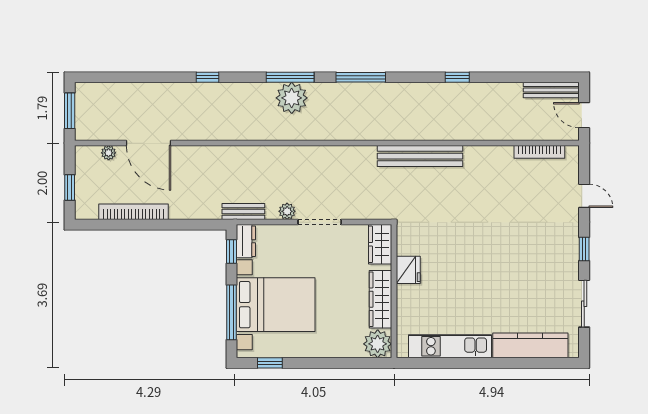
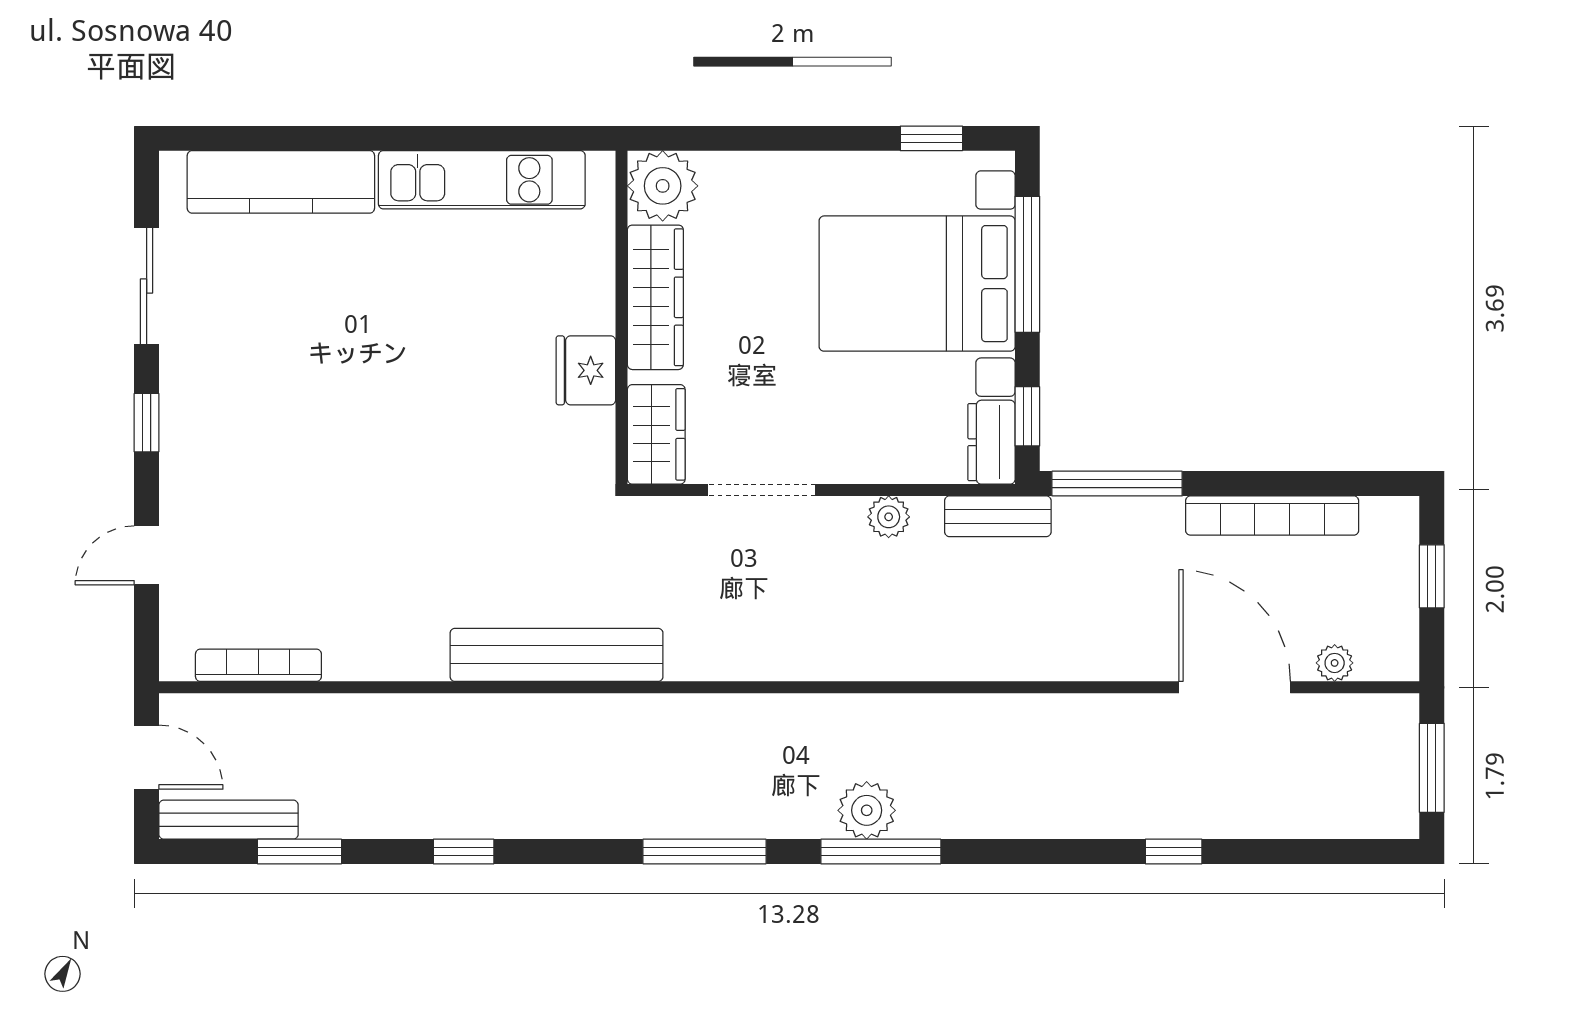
window: (208, 77) -> (1174, 852), moved
window: (523, 77) -> (299, 852), added
plant: (292, 98) -> (867, 810), width x0.73, depth x0.73
door: (584, 196) -> (147, 555), hinge flipped
doorway: (320, 222) -> (762, 490), moved
window: (196, 225) -> (1117, 484), added

